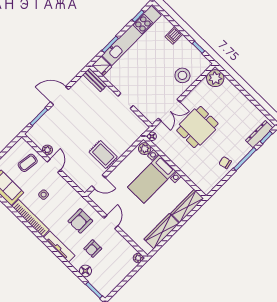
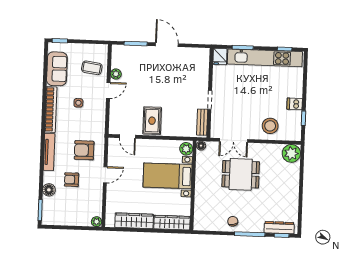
dishwasher: (174, 35) -> (295, 104), moved
bench: (95, 80) -> (202, 122), moved

